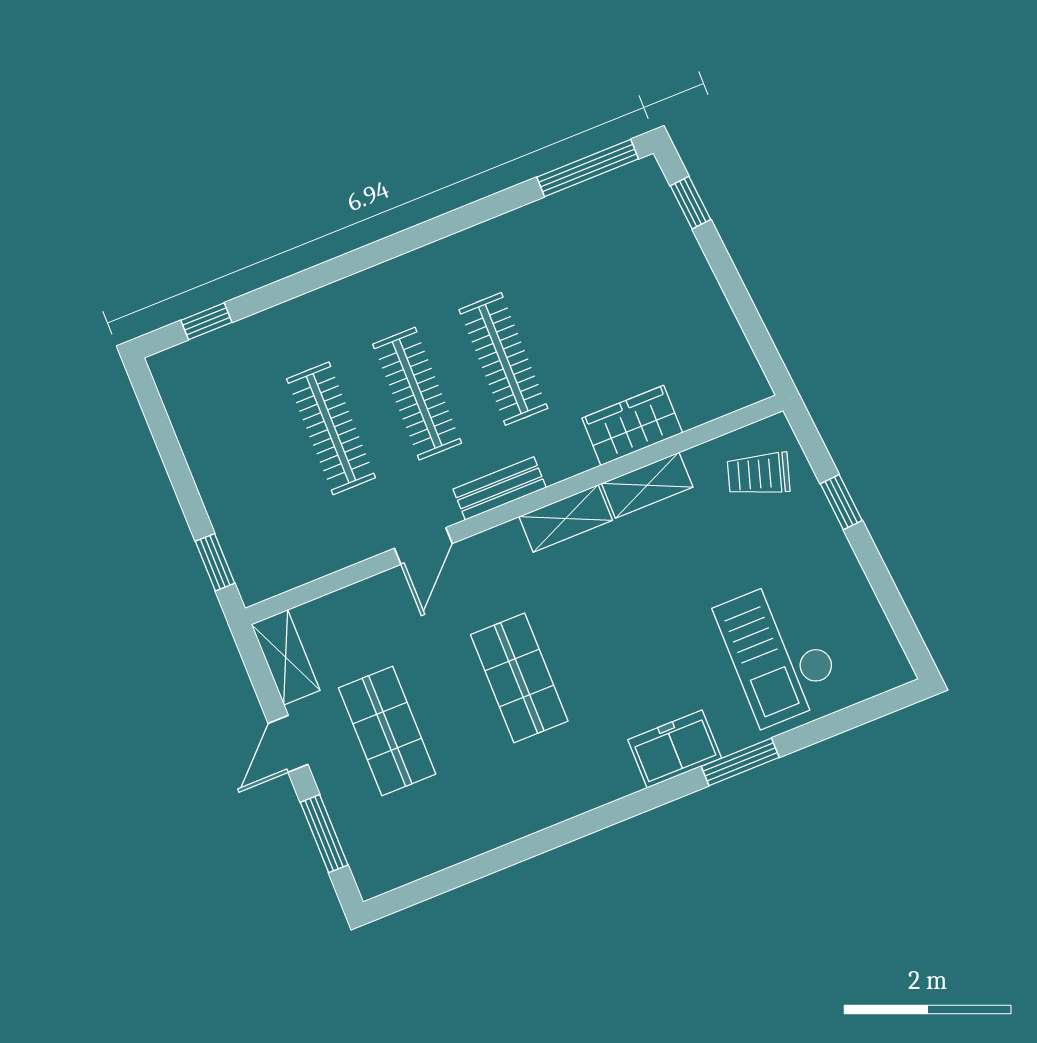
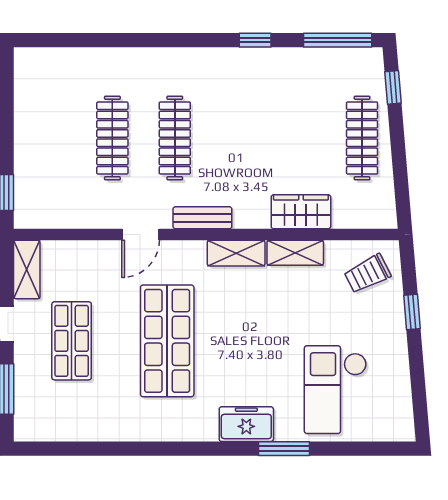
window: (206, 321) -> (255, 40), moved
clothes rail: (503, 359) -> (362, 138), moved
trolley: (759, 474) -> (367, 274), turned -44
shop shelf: (519, 678) -> (167, 341), width x1.43, depth x1.36

